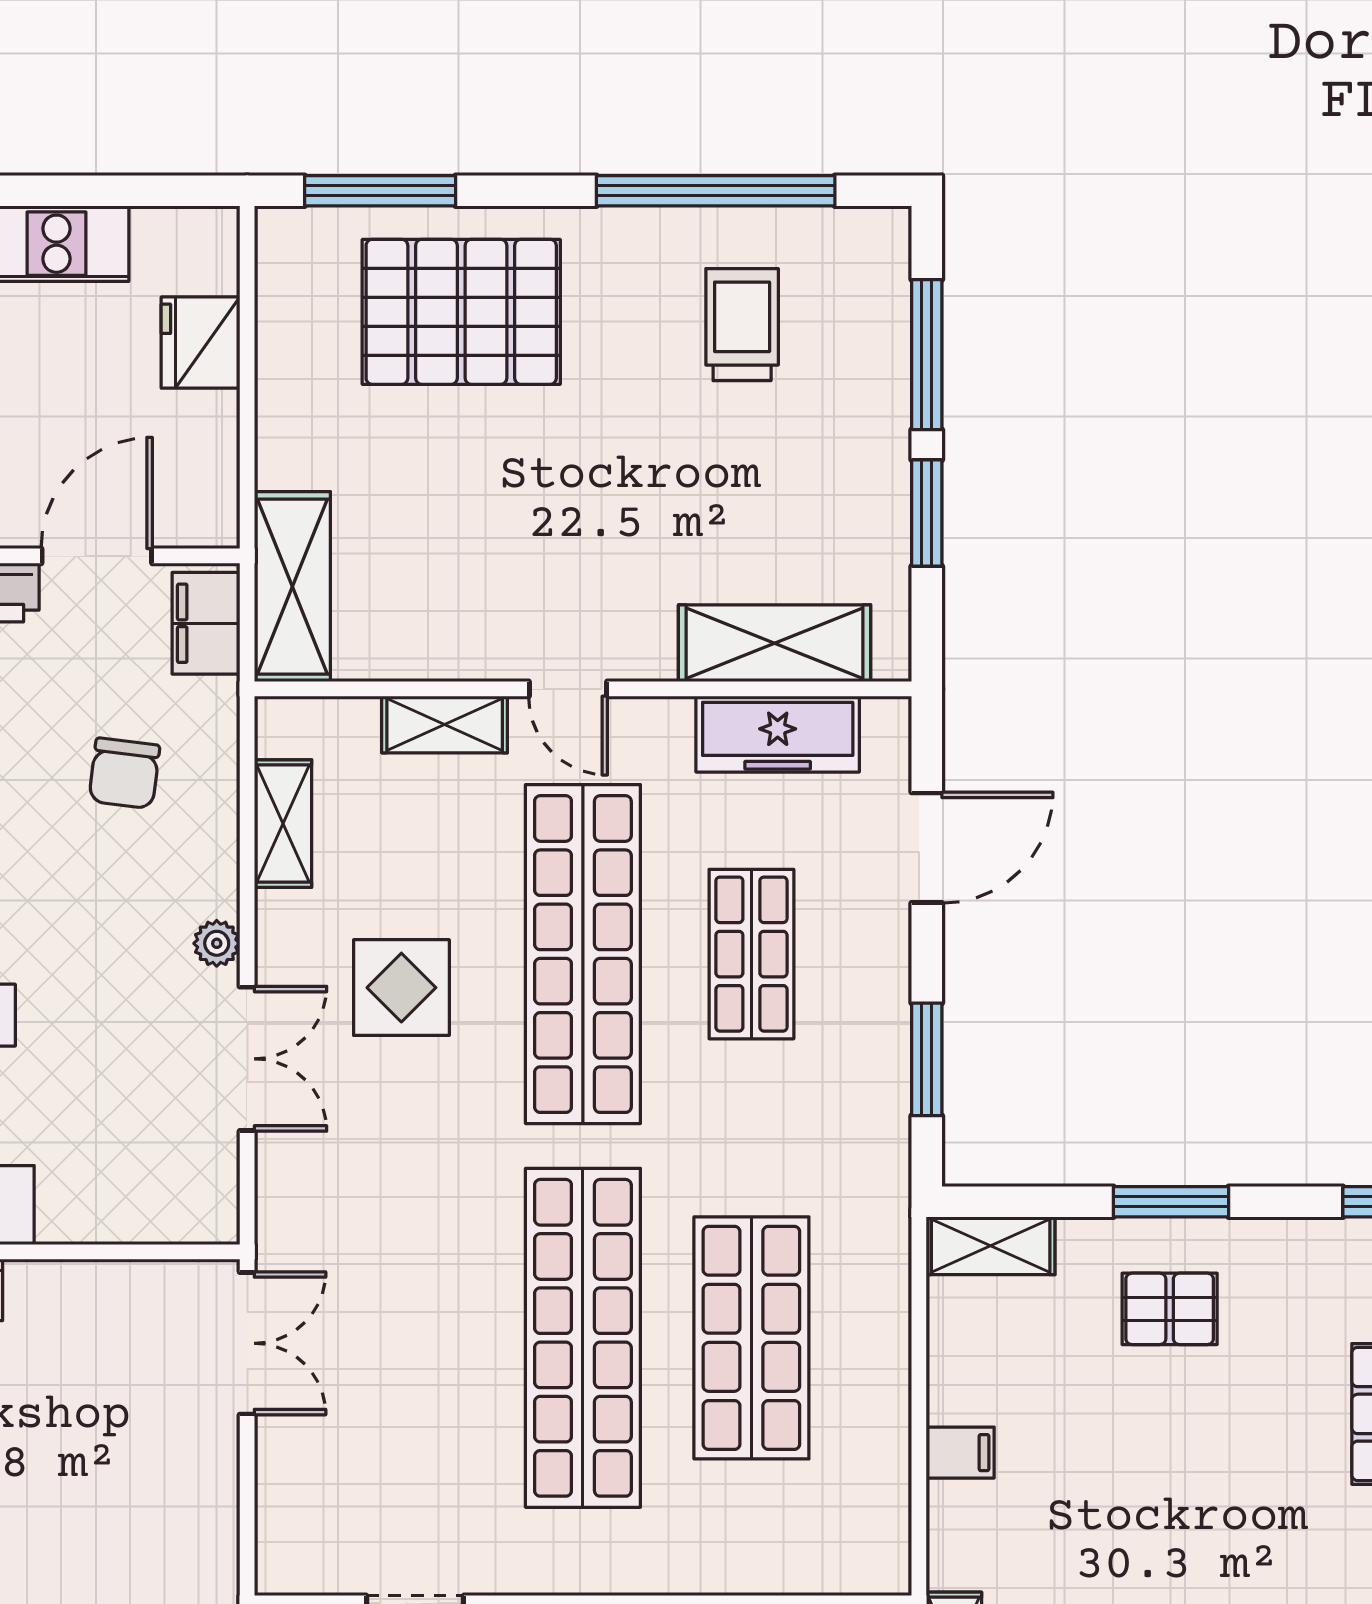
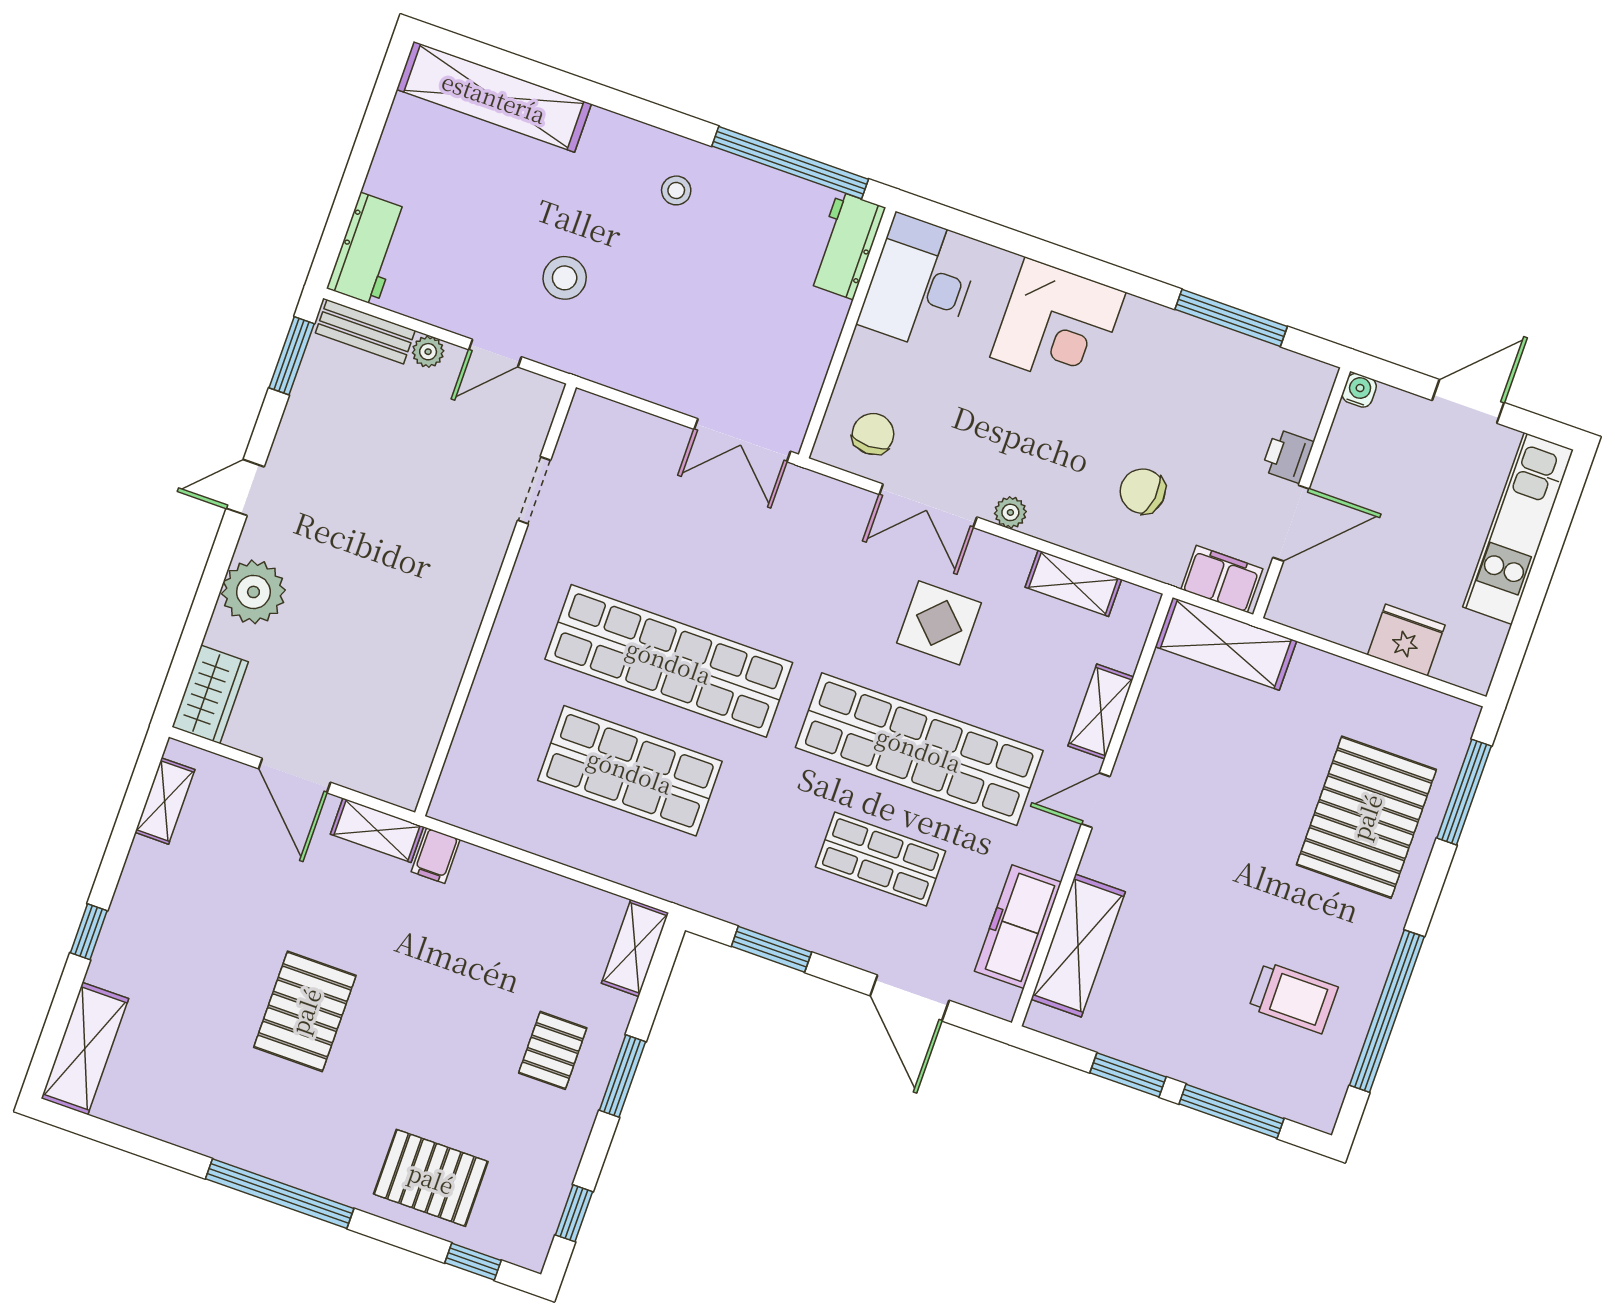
door: (97, 556) -> (1291, 523), hinge flipped
chair: (176, 1168) -> (873, 434), added
filing cabinet: (960, 1453) -> (436, 856), moved

